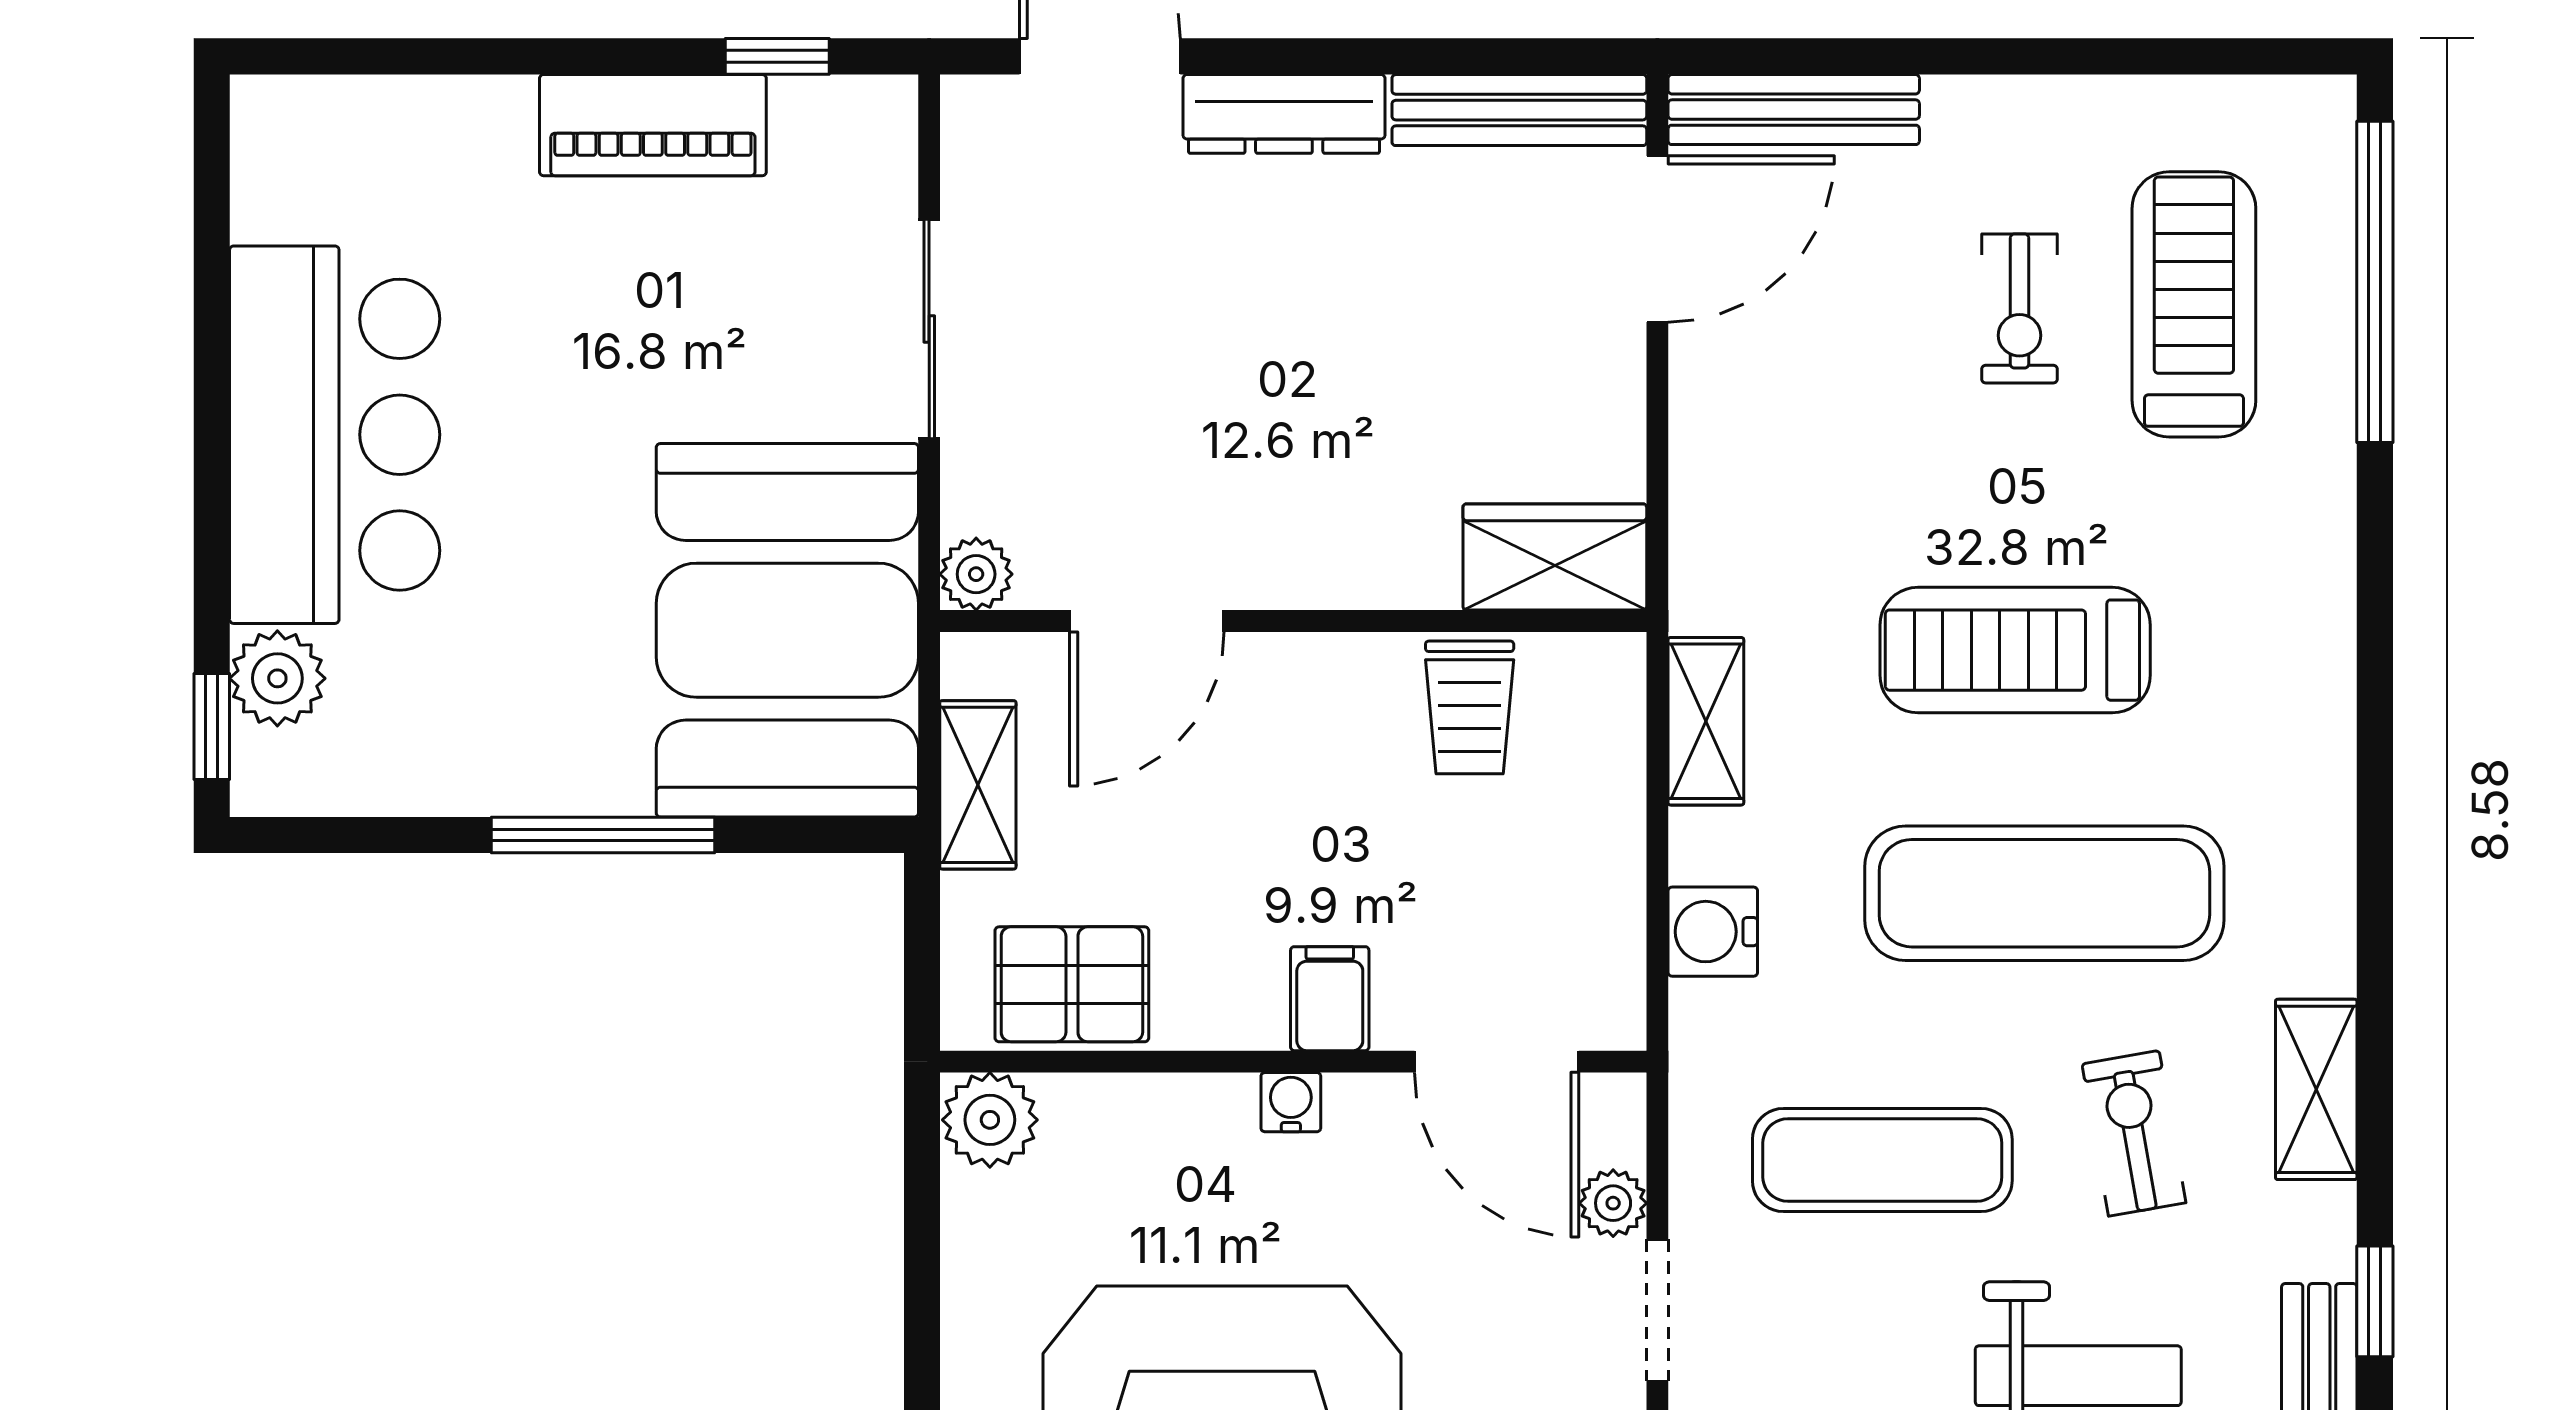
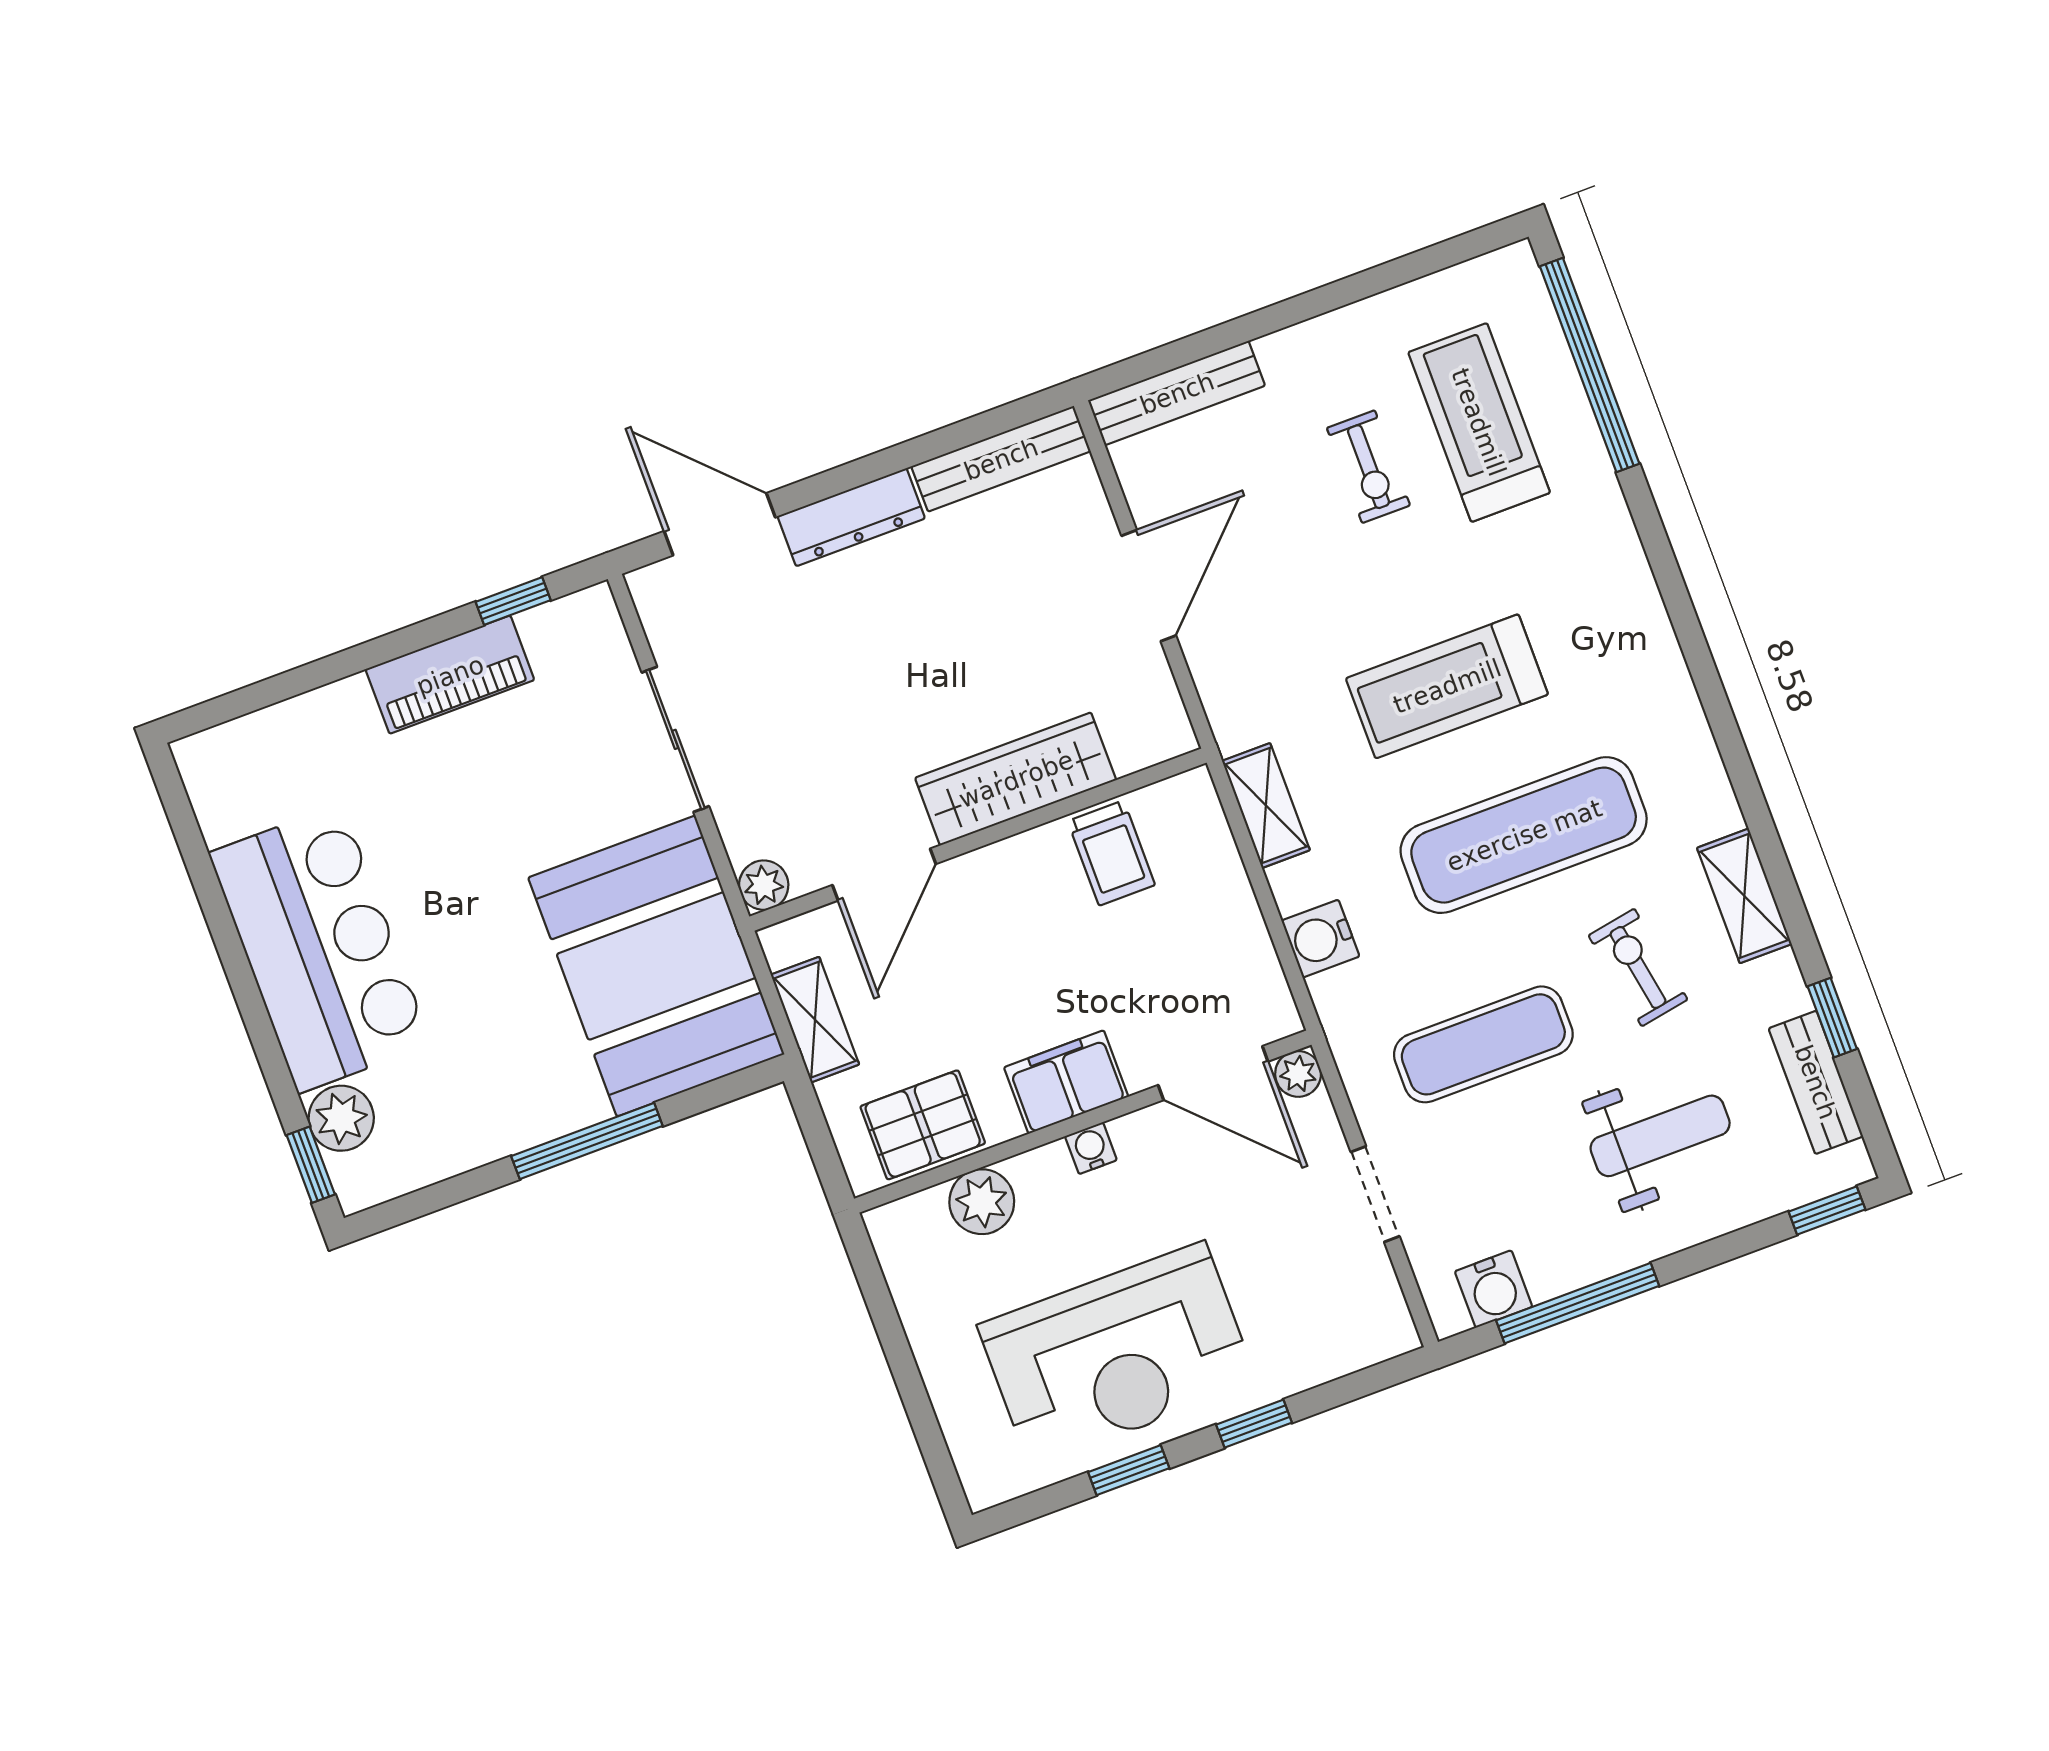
door: (1657, 239) -> (1149, 586), moved
wardrobe: (1555, 557) -> (1016, 779), moved, width x1.50
filing cabinet: (1330, 999) -> (1066, 1082), width x2.00
plant: (990, 1120) -> (982, 1202), moved
plant: (1613, 1203) -> (1298, 1074), moved

